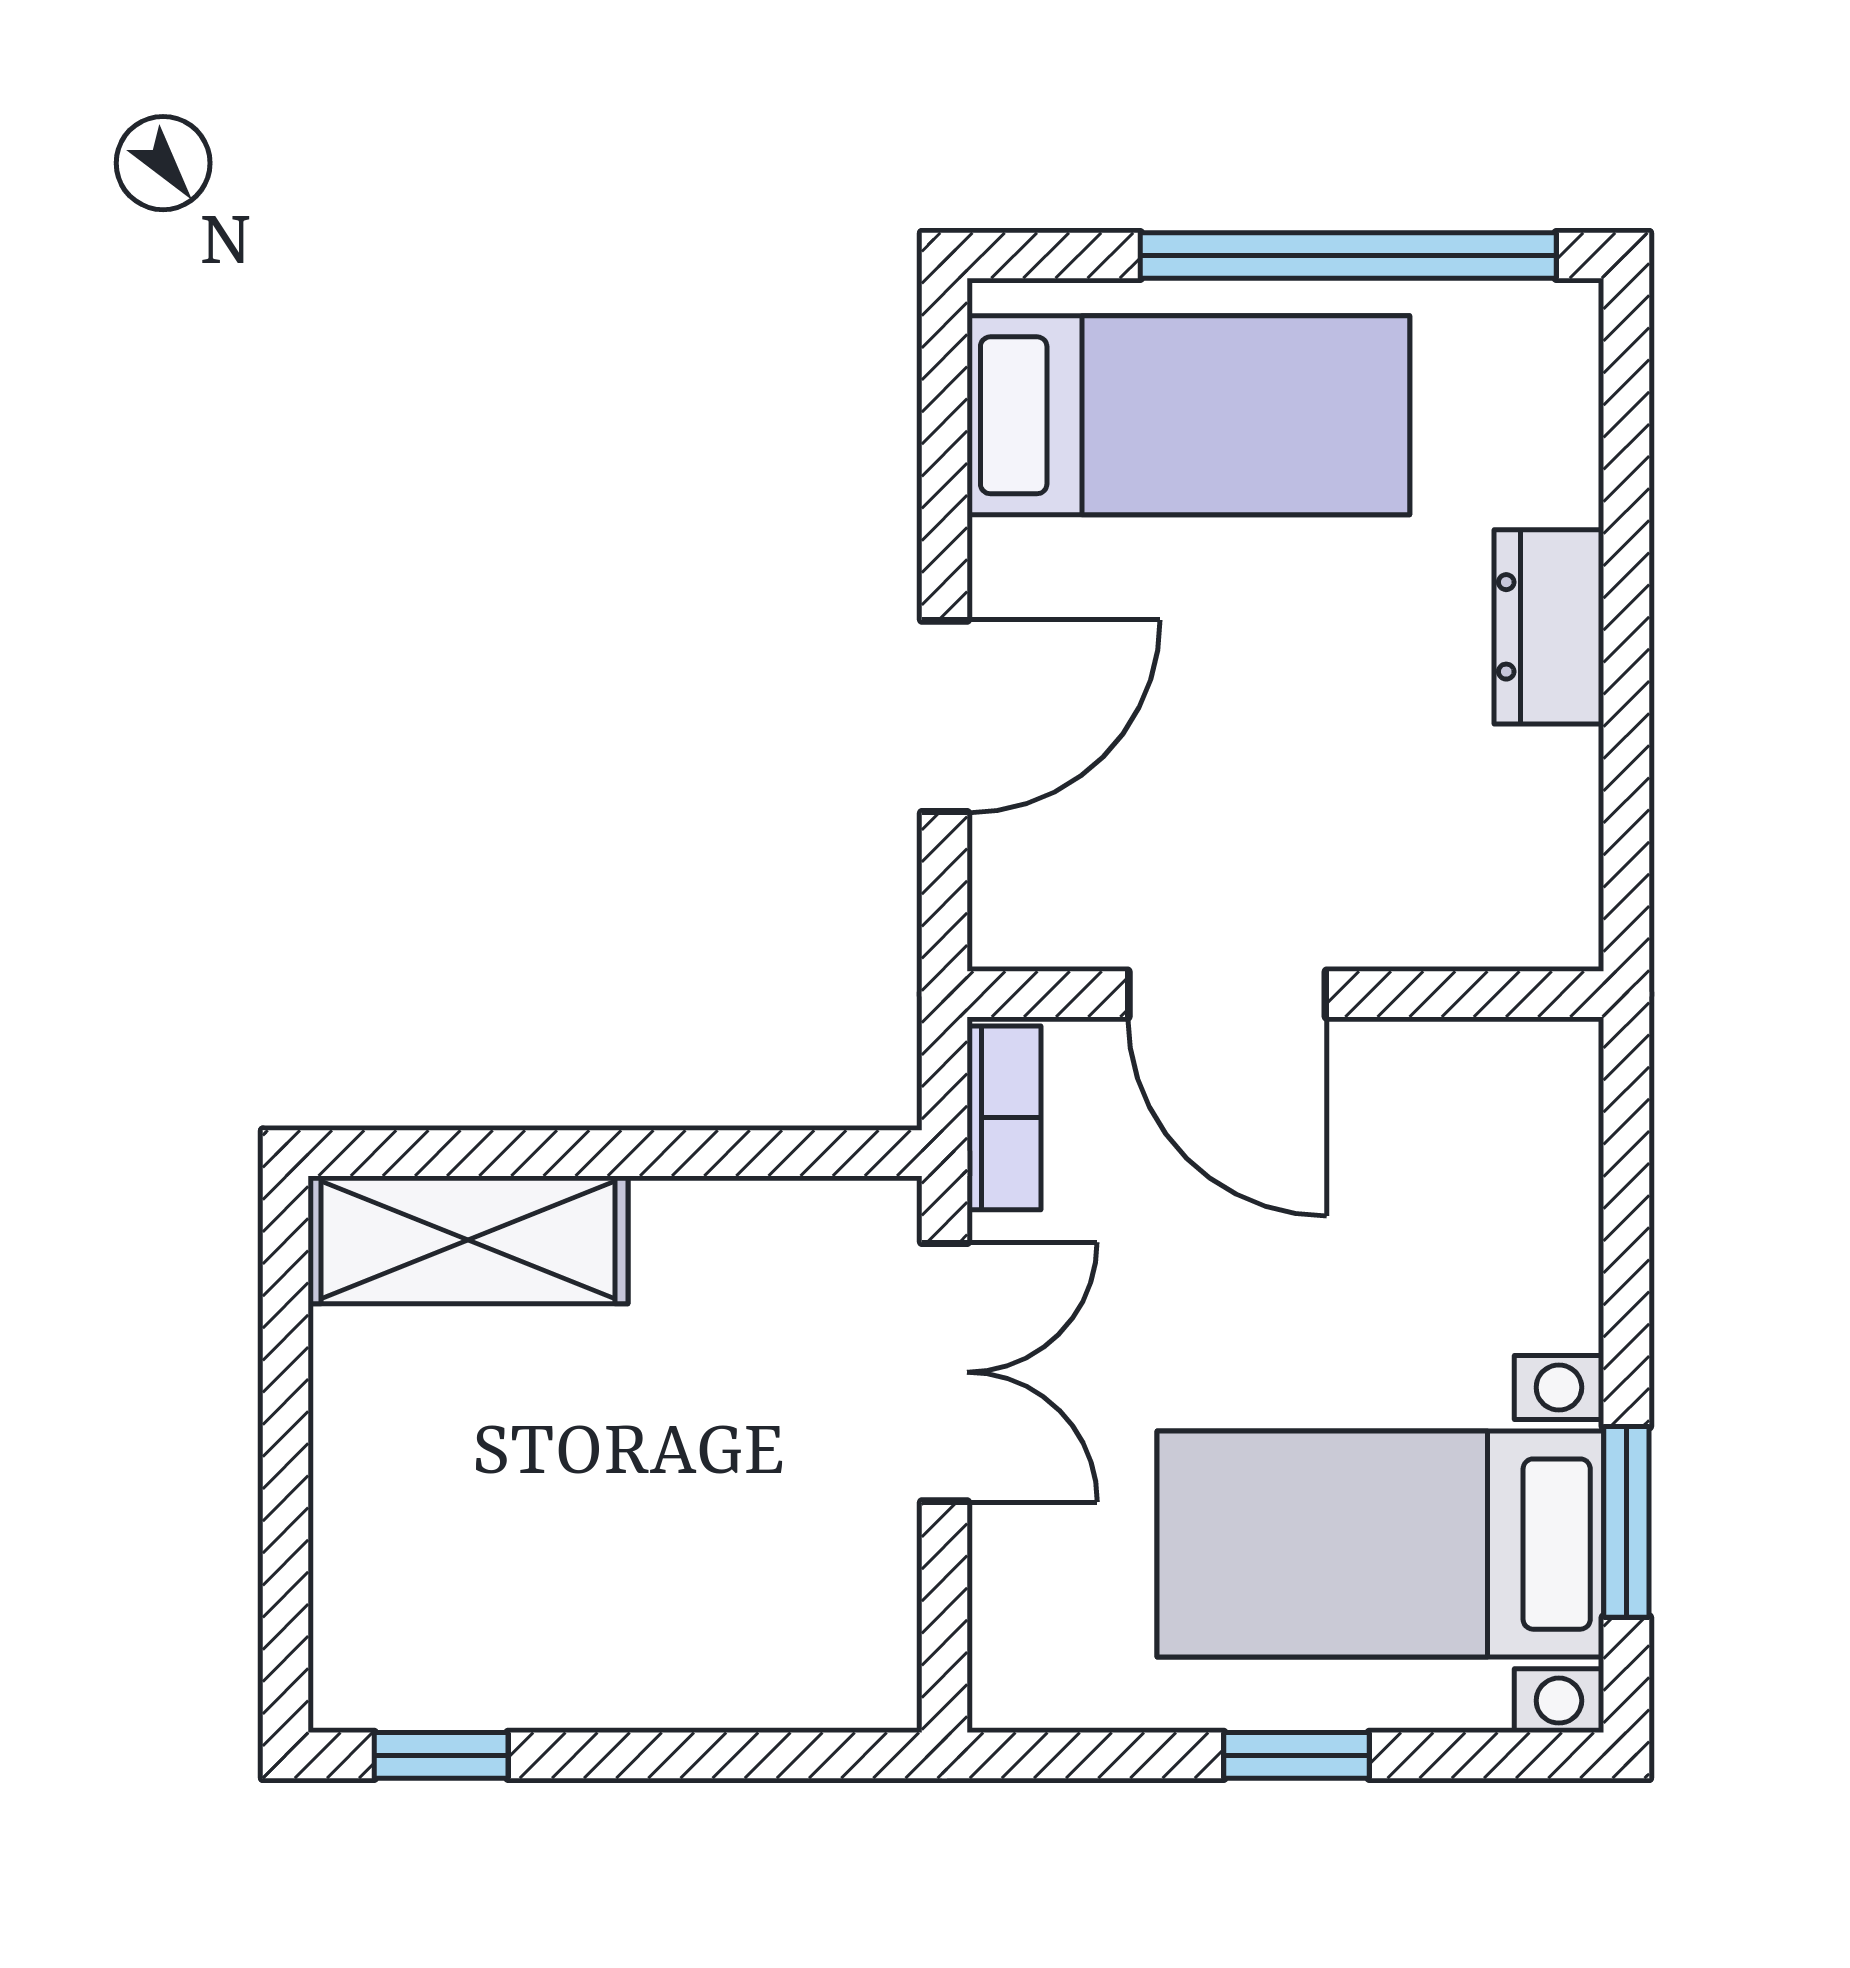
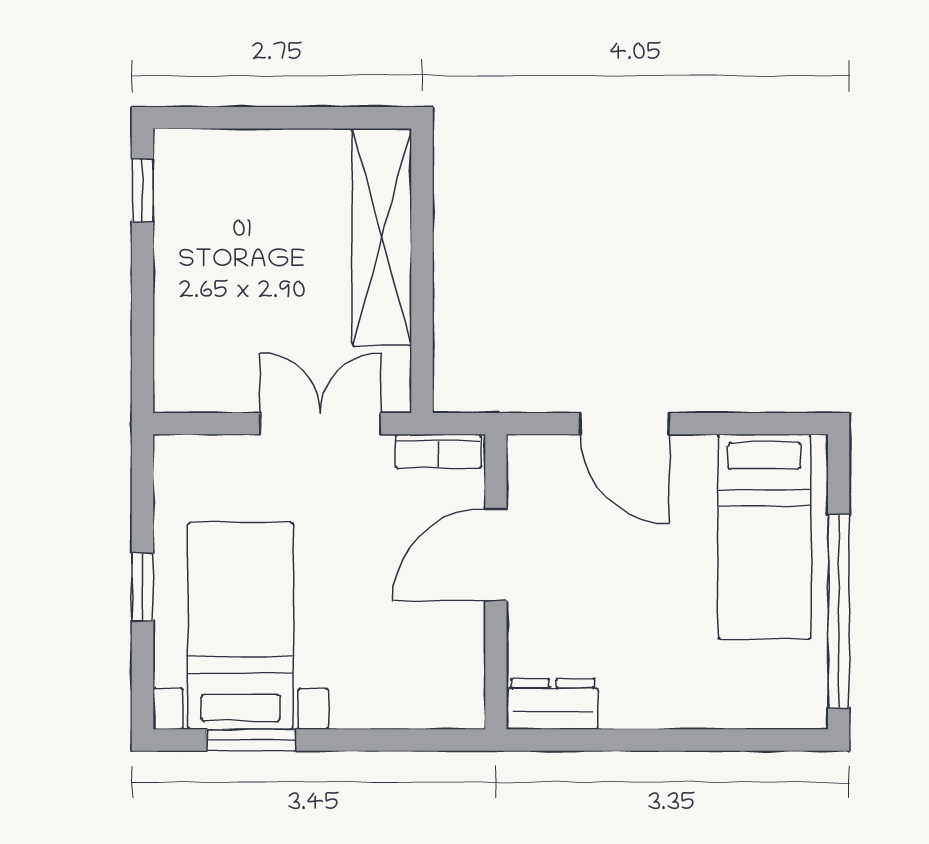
dresser: (1549, 627) -> (553, 704), moved
shelving: (468, 1240) -> (382, 237), width x1.47
double door: (945, 1372) -> (320, 424), swing flipped

